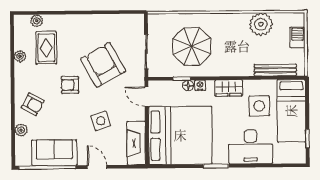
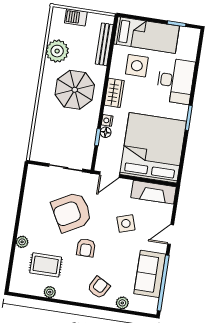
plant: (37, 21) -> (22, 242), moved
parasol: (192, 46) -> (75, 90), moved

